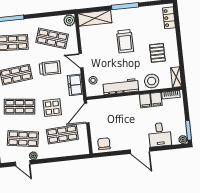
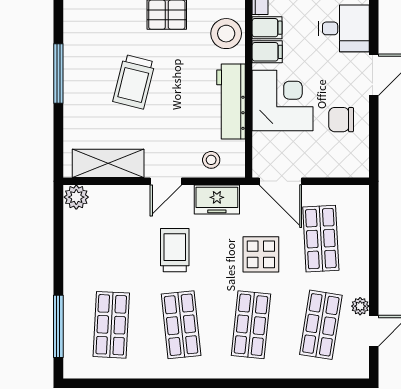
shelving: (95, 18) -> (108, 163), moved, turned 90
shop shelf: (52, 38) -> (111, 239), removed
trolley: (125, 41) -> (134, 82), turned 104
corner desk: (124, 110) -> (283, 101), added
chair: (104, 144) -> (341, 120), moved

